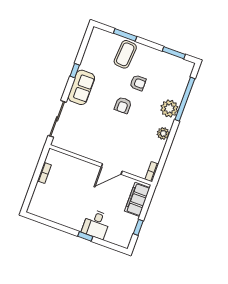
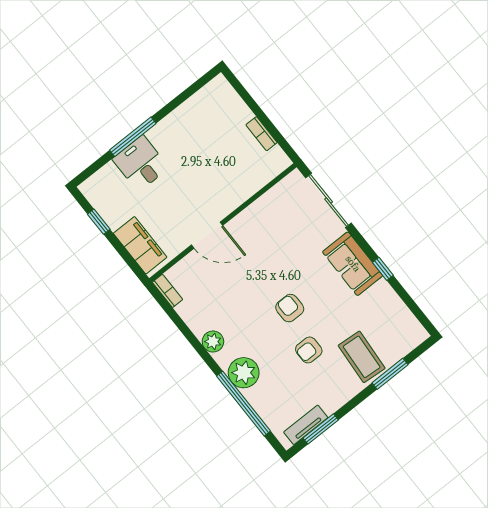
tv unit: (176, 61) -> (306, 425), added
door: (112, 169) -> (207, 235), swing flipped
window: (85, 236) -> (133, 137), width x2.17

